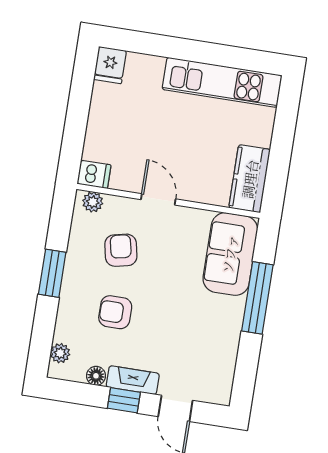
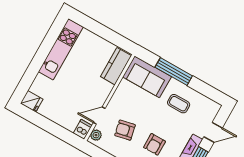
kitchen counter: (250, 179) -> (116, 66), moved, turned 90
door: (158, 199) -> (99, 116), moved
coffee table: (204, 328) -> (179, 104), added

